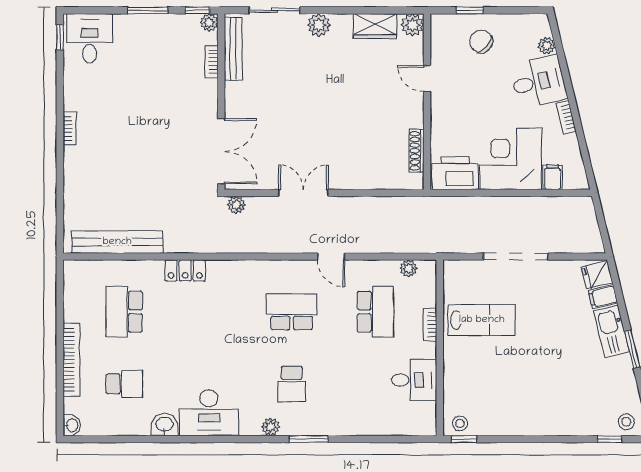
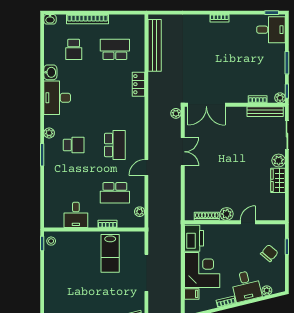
plant: (412, 25) -> (227, 214), moved
wardrobe: (375, 26) -> (278, 180), moved
school desk: (292, 384) -> (74, 145), turned 180

